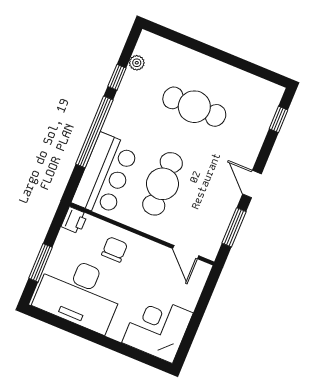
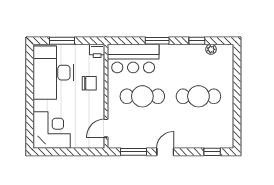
cafe table: (194, 107) -> (198, 96), turned 90
window: (94, 132) -> (157, 41), width x0.47

